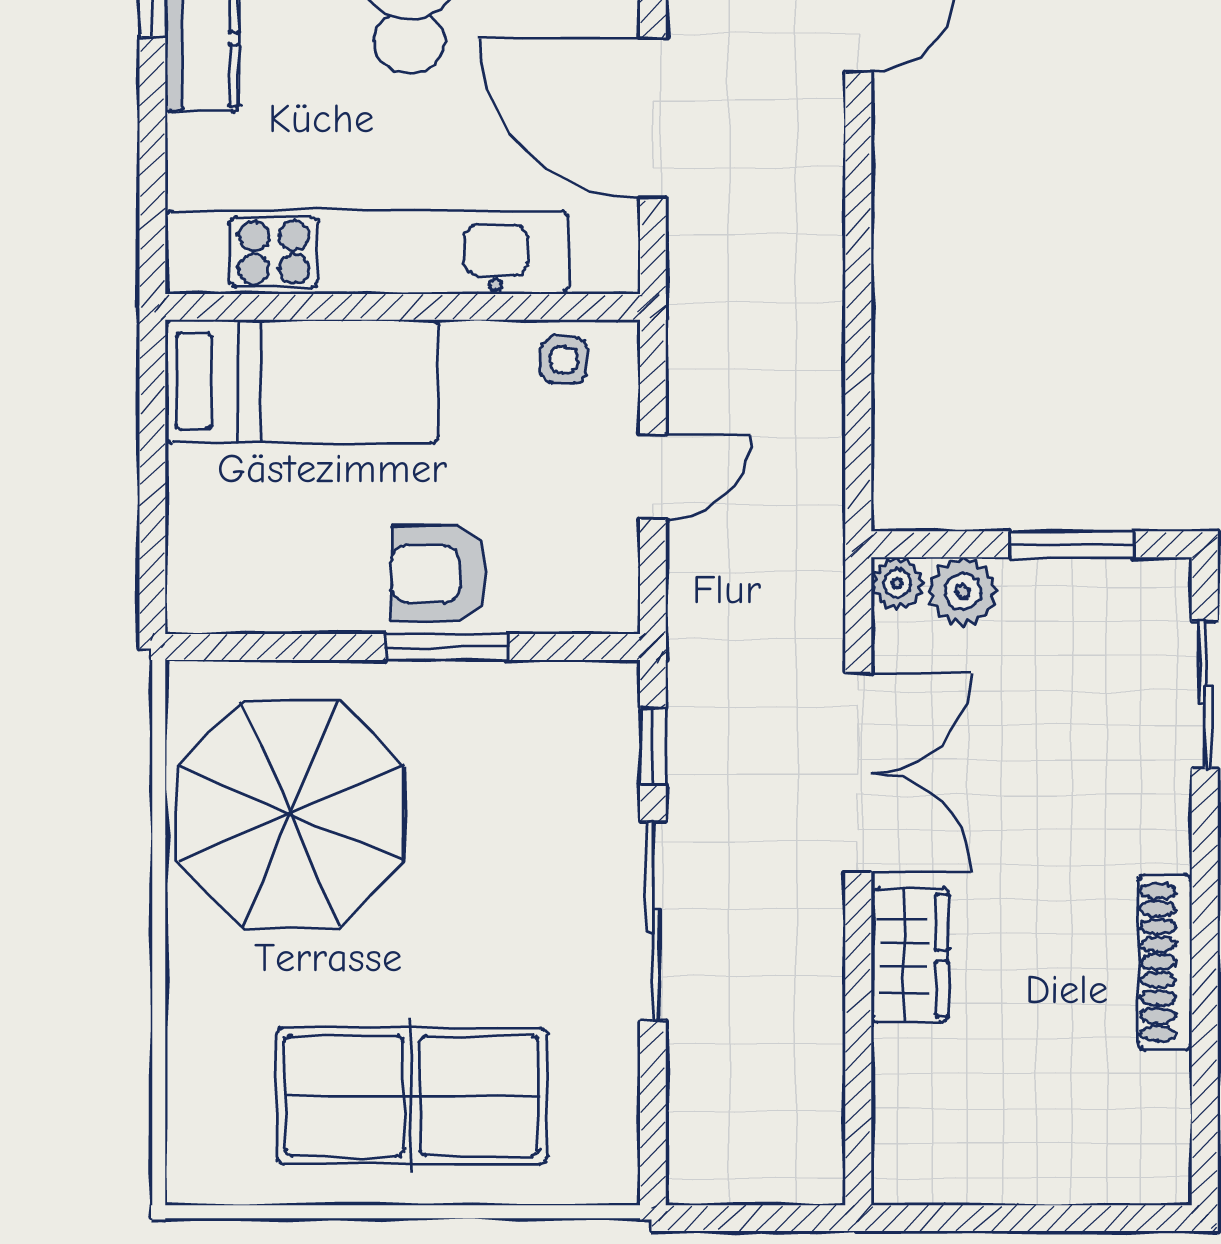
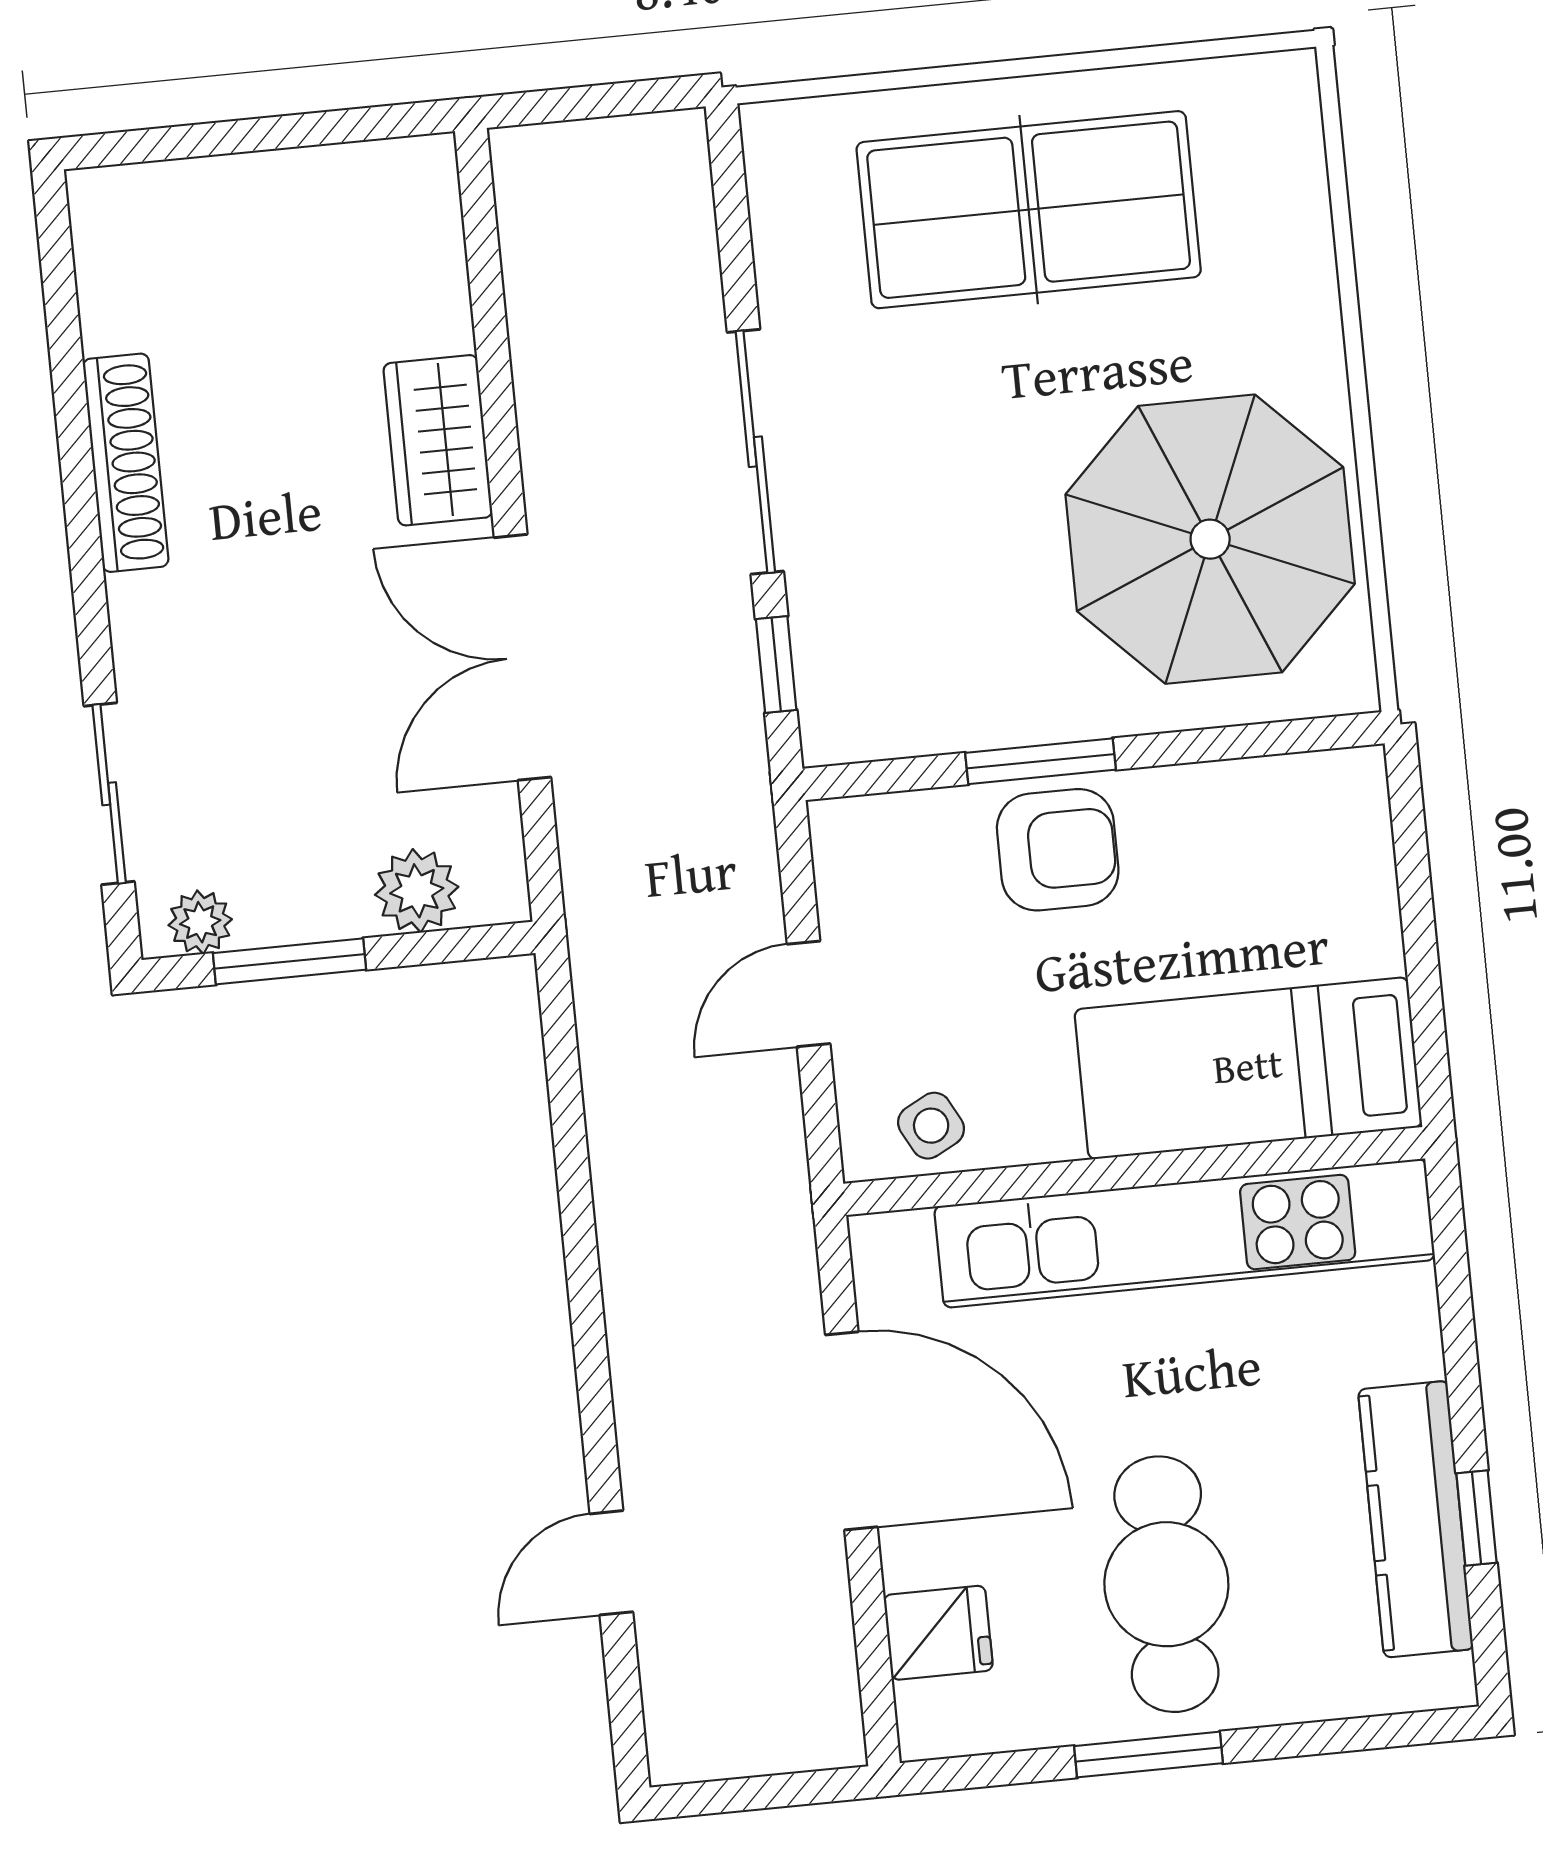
side table: (564, 360) -> (931, 1126), turned -33
plant: (897, 583) -> (200, 922), moved

